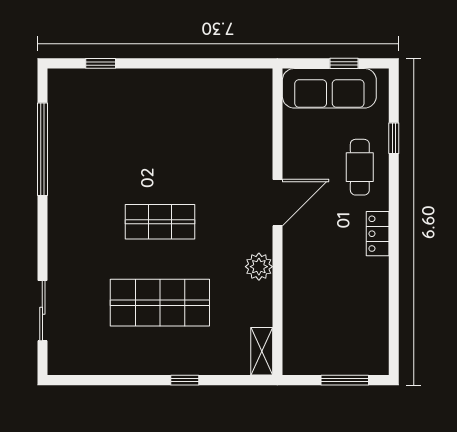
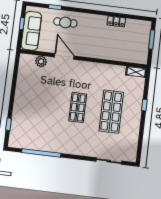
door: (277, 203) -> (64, 56), moved
locker: (378, 234) -> (116, 22), moved
plant: (259, 267) -> (41, 61), moved

